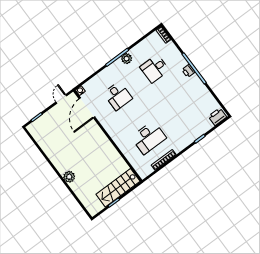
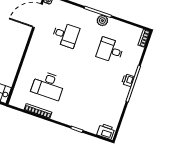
desk: (118, 96) -> (66, 35), turned -90

